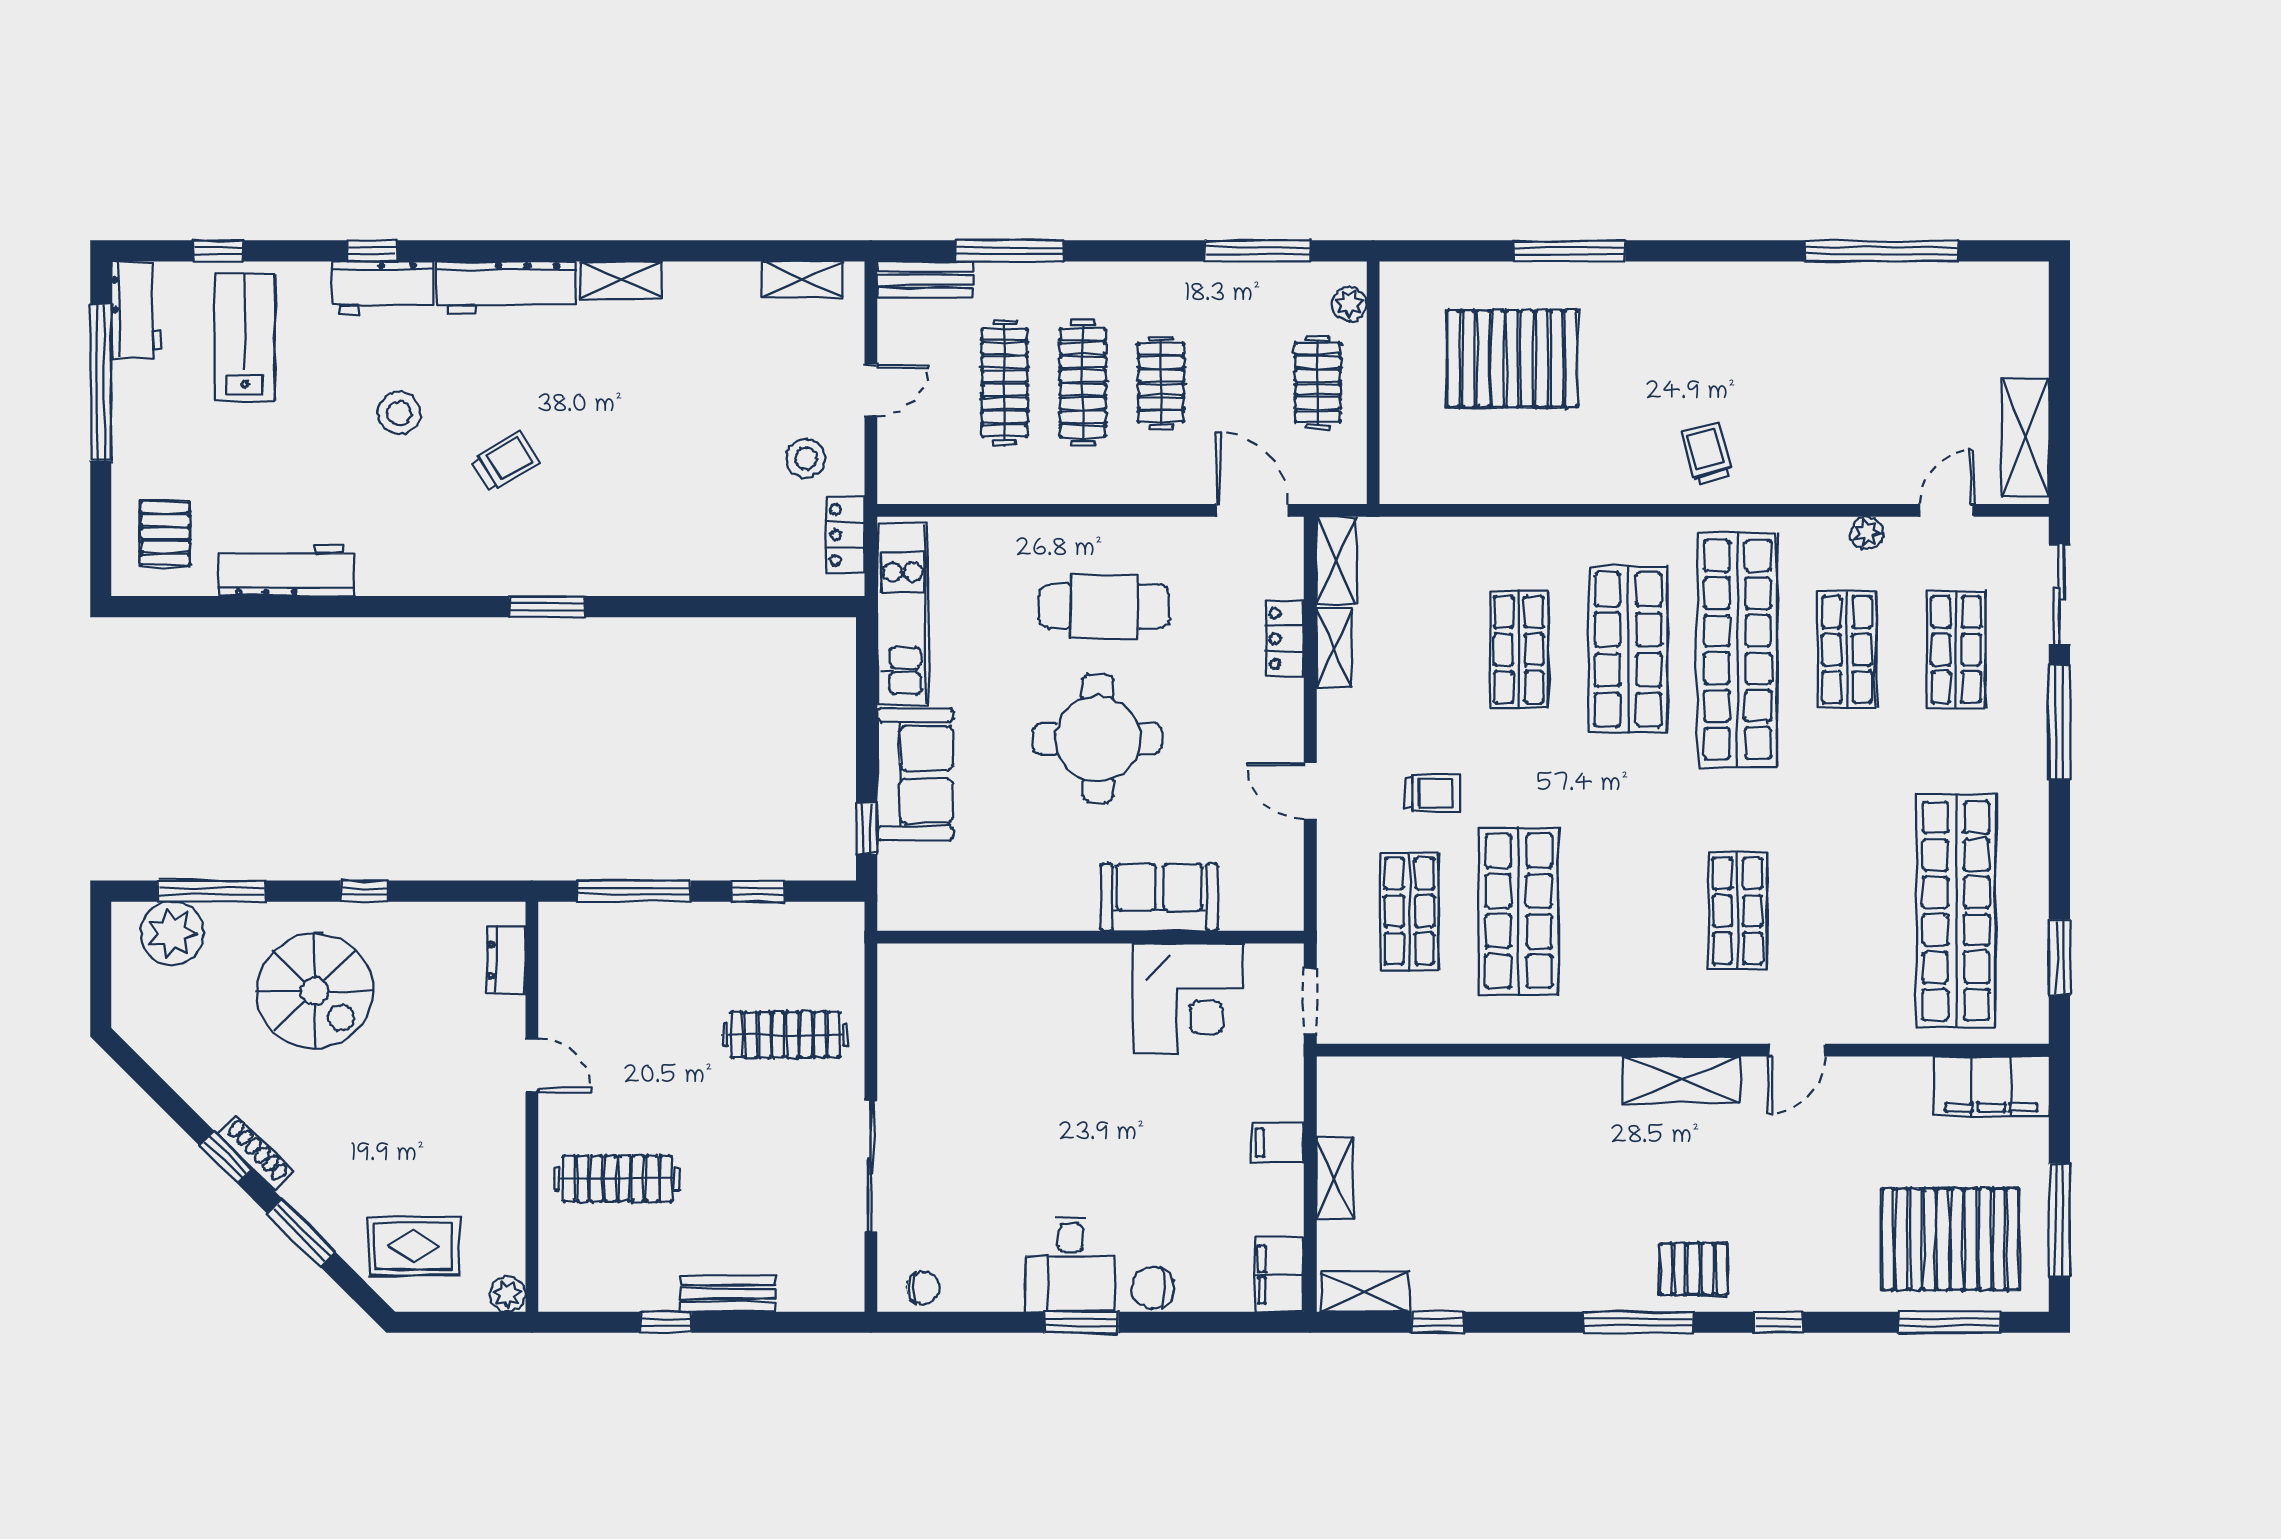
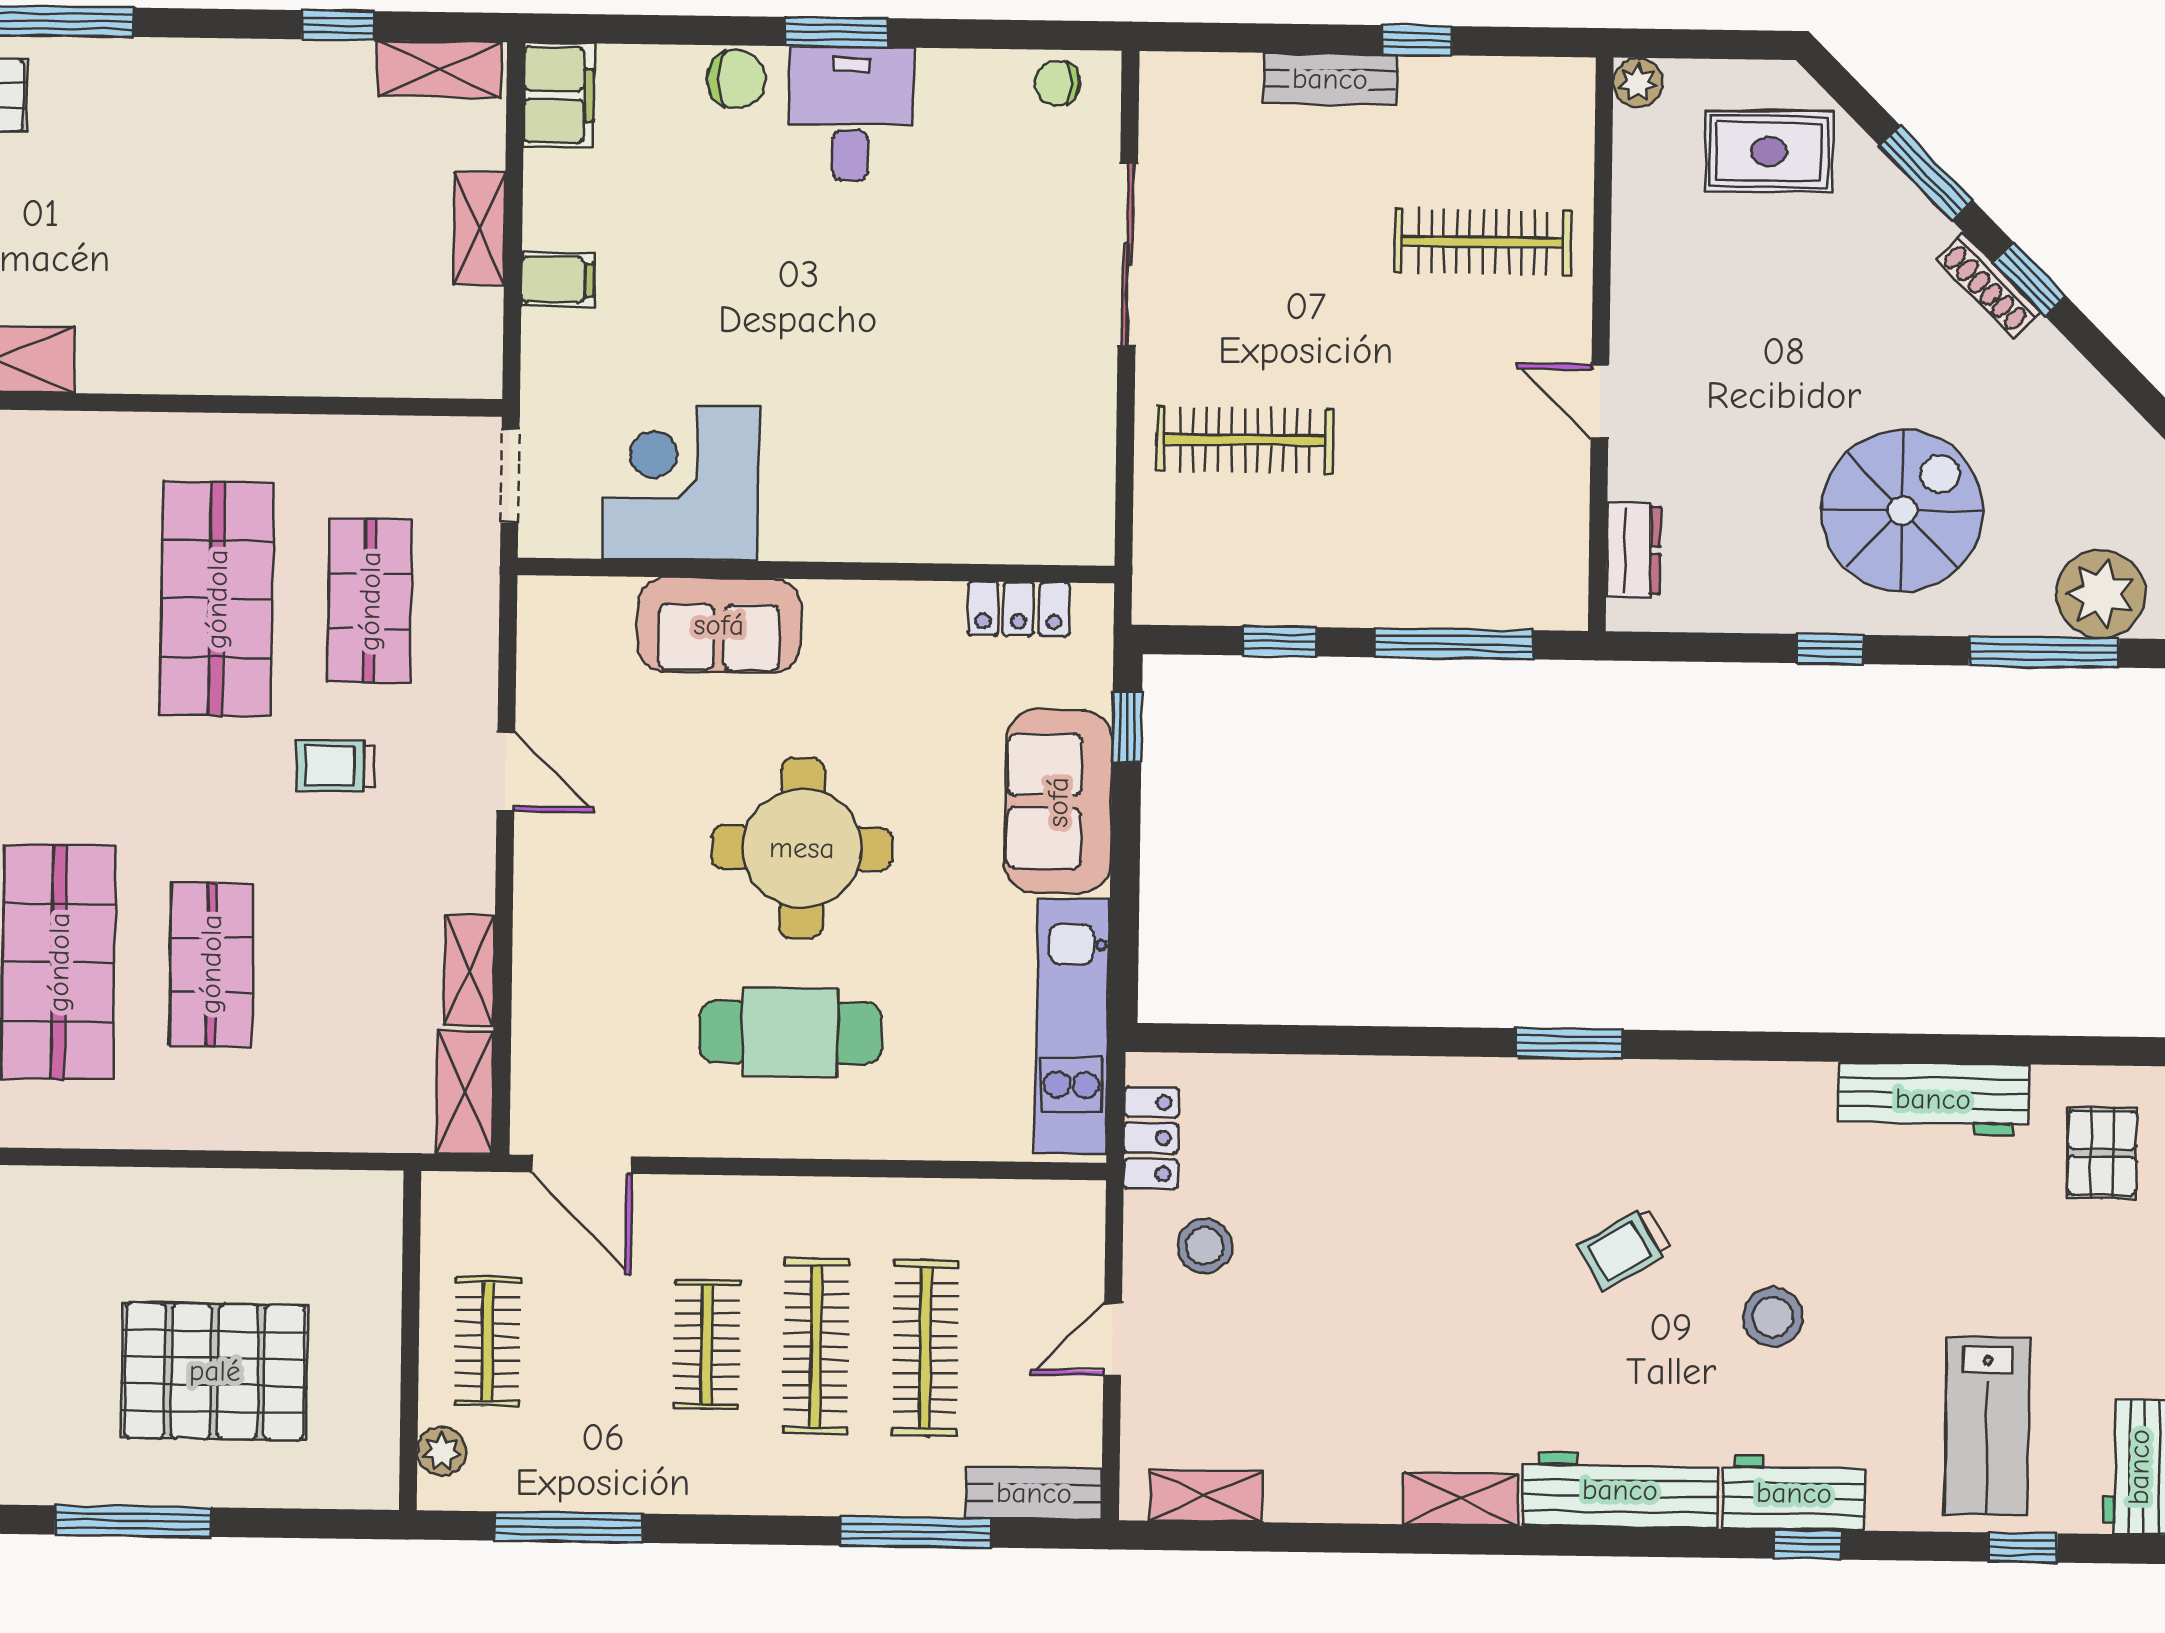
locker: (1285, 639) -> (1019, 609), moved, turned 90
spiral stairs: (315, 991) -> (1902, 511), turned 90

